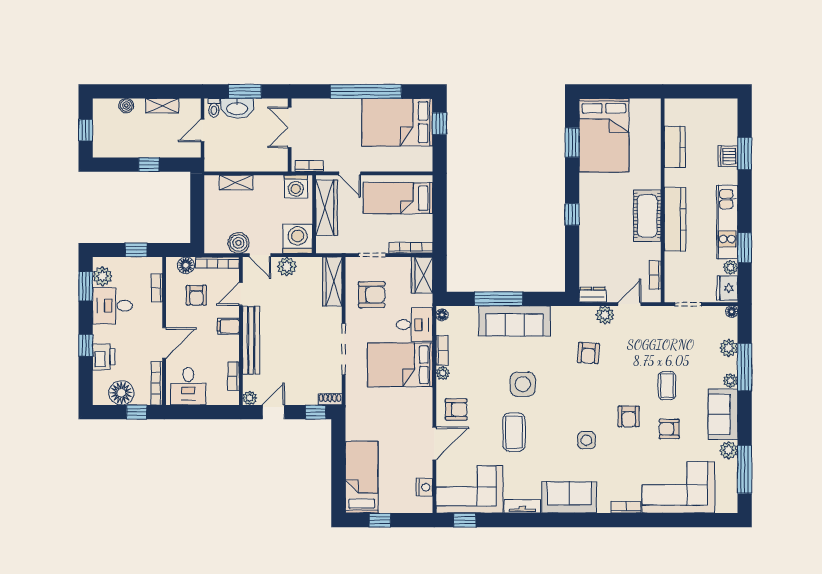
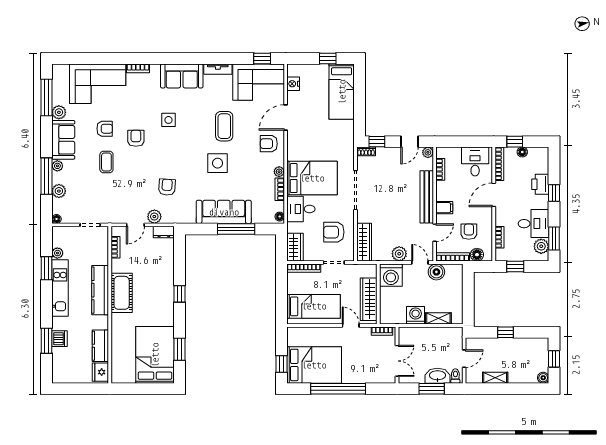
boiler: (126, 106) -> (543, 378), moved
washing machine: (296, 187) -> (416, 315), moved
fridge: (727, 288) -> (100, 372), moved, turned 180
floor lamp: (121, 393) -> (522, 152), width x0.53, depth x0.53

